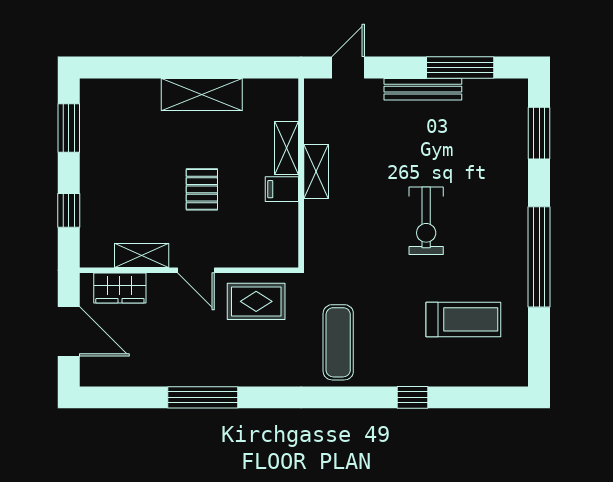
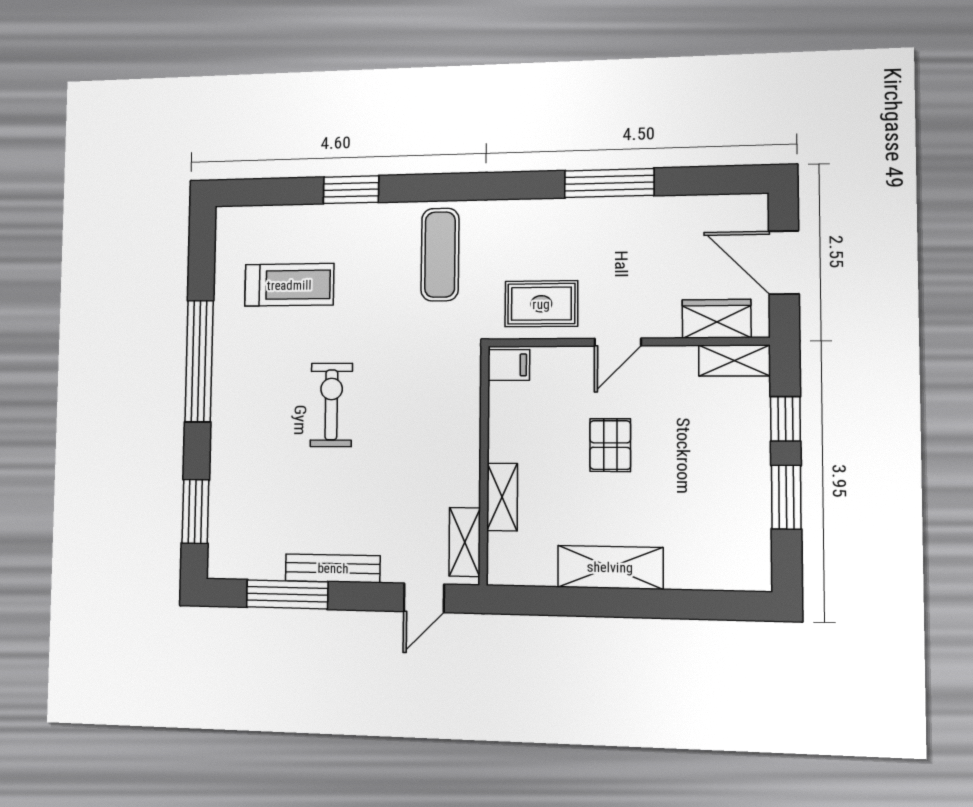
window: (69, 128) -> (786, 497), moved
shelving: (316, 172) -> (465, 542), moved
filing cabinet: (282, 189) -> (509, 365), moved
shelving: (142, 255) -> (735, 360), moved
door: (196, 270) -> (618, 342), swing flipped
treadmill: (463, 319) -> (289, 285), turned 180
window: (413, 397) -> (351, 190), width x1.50

